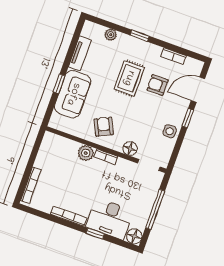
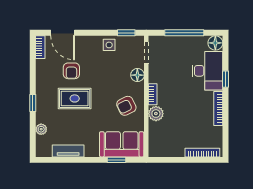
bookcase: (173, 56) -> (40, 47), moved
window: (59, 84) -> (117, 160), moved
sofa: (73, 94) -> (122, 144), moved
window: (188, 118) -> (126, 33), moved

